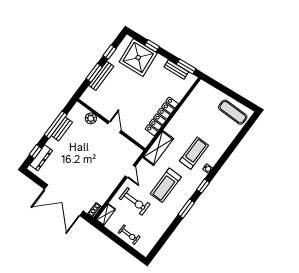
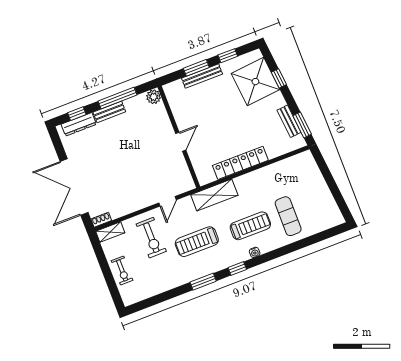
exercise mat: (233, 112) -> (288, 216), moved
plant: (91, 118) -> (154, 97), moved
bench: (62, 129) -> (109, 112), moved

